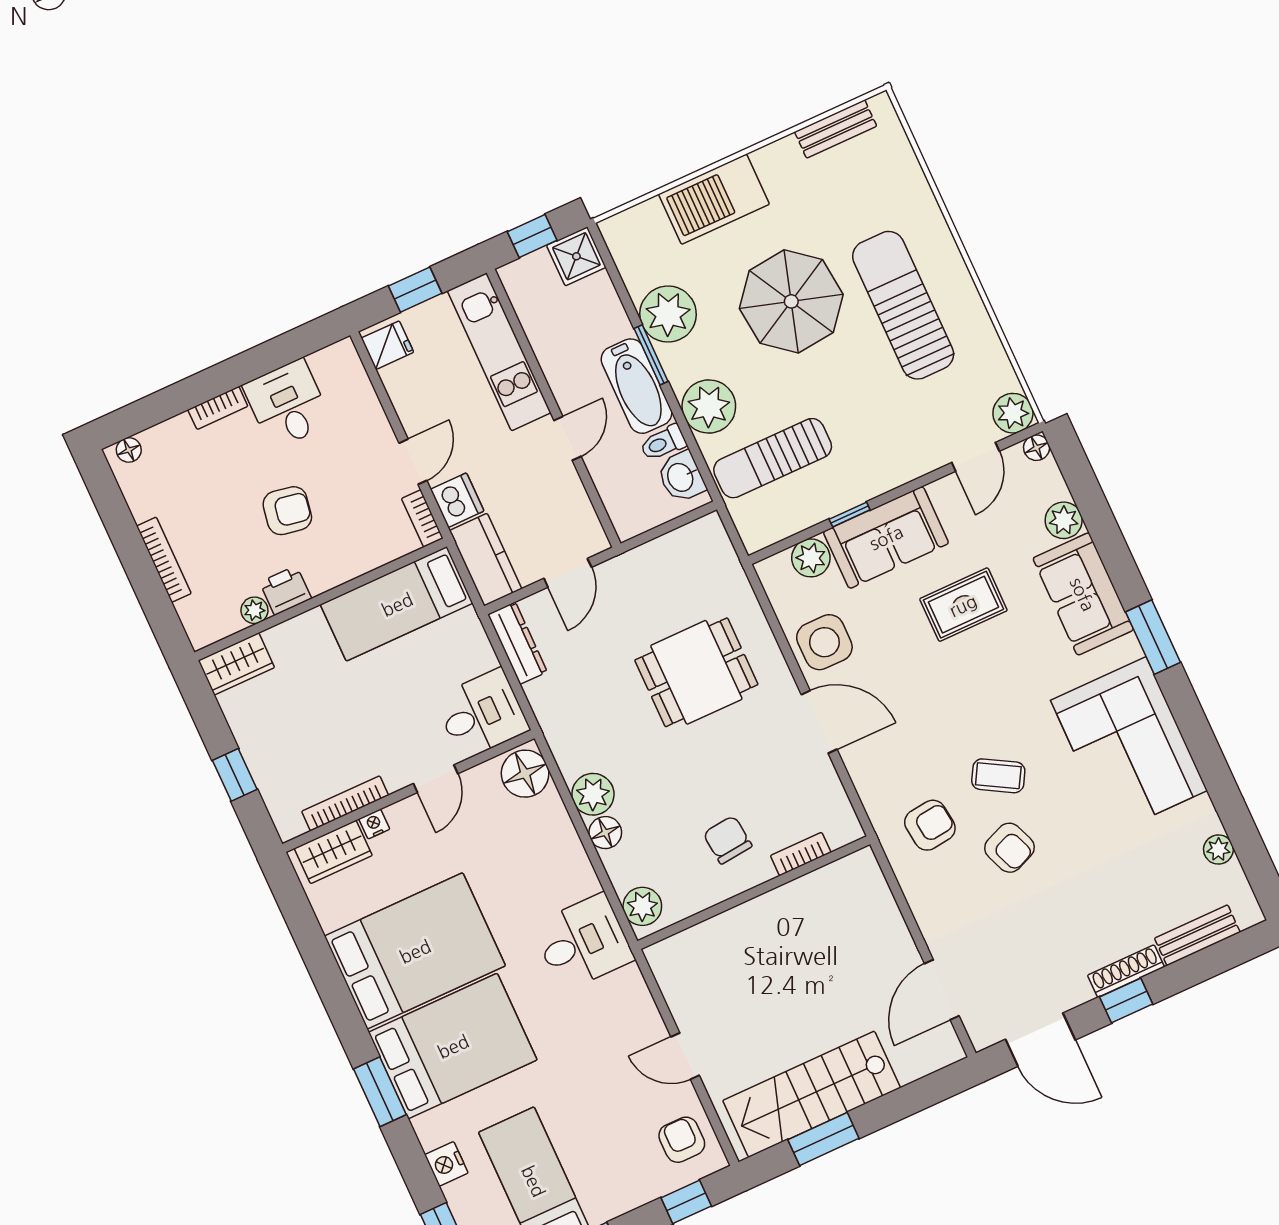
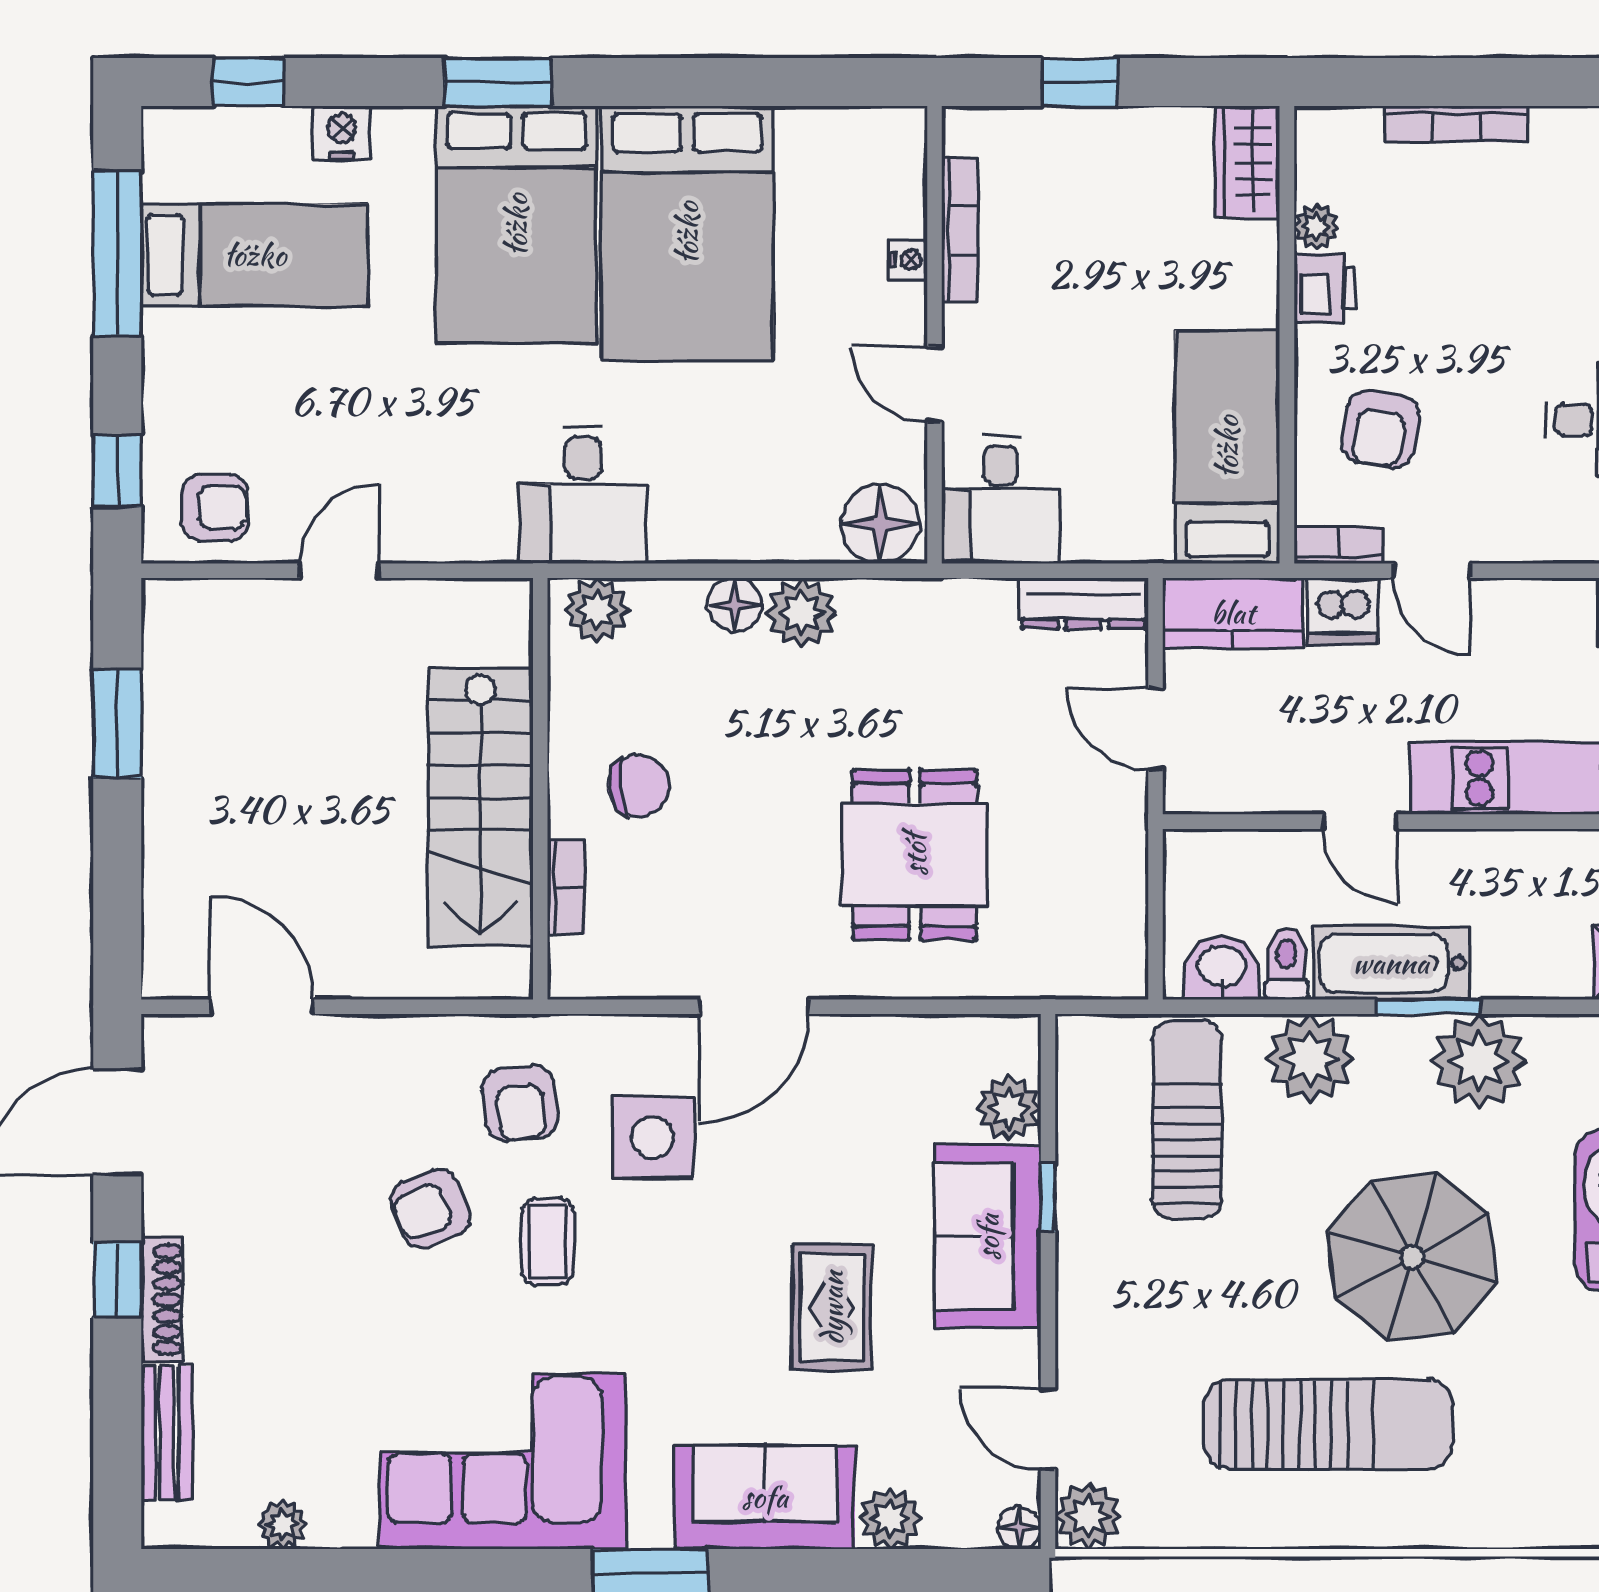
armchair: (287, 511) -> (1380, 429), moved
side table: (824, 642) -> (653, 1137), moved
coffee table: (998, 776) -> (548, 1241), turned -30
wardrobe: (333, 852) -> (894, 178), removed
stairs: (812, 1094) -> (480, 807), moved, turned 180

